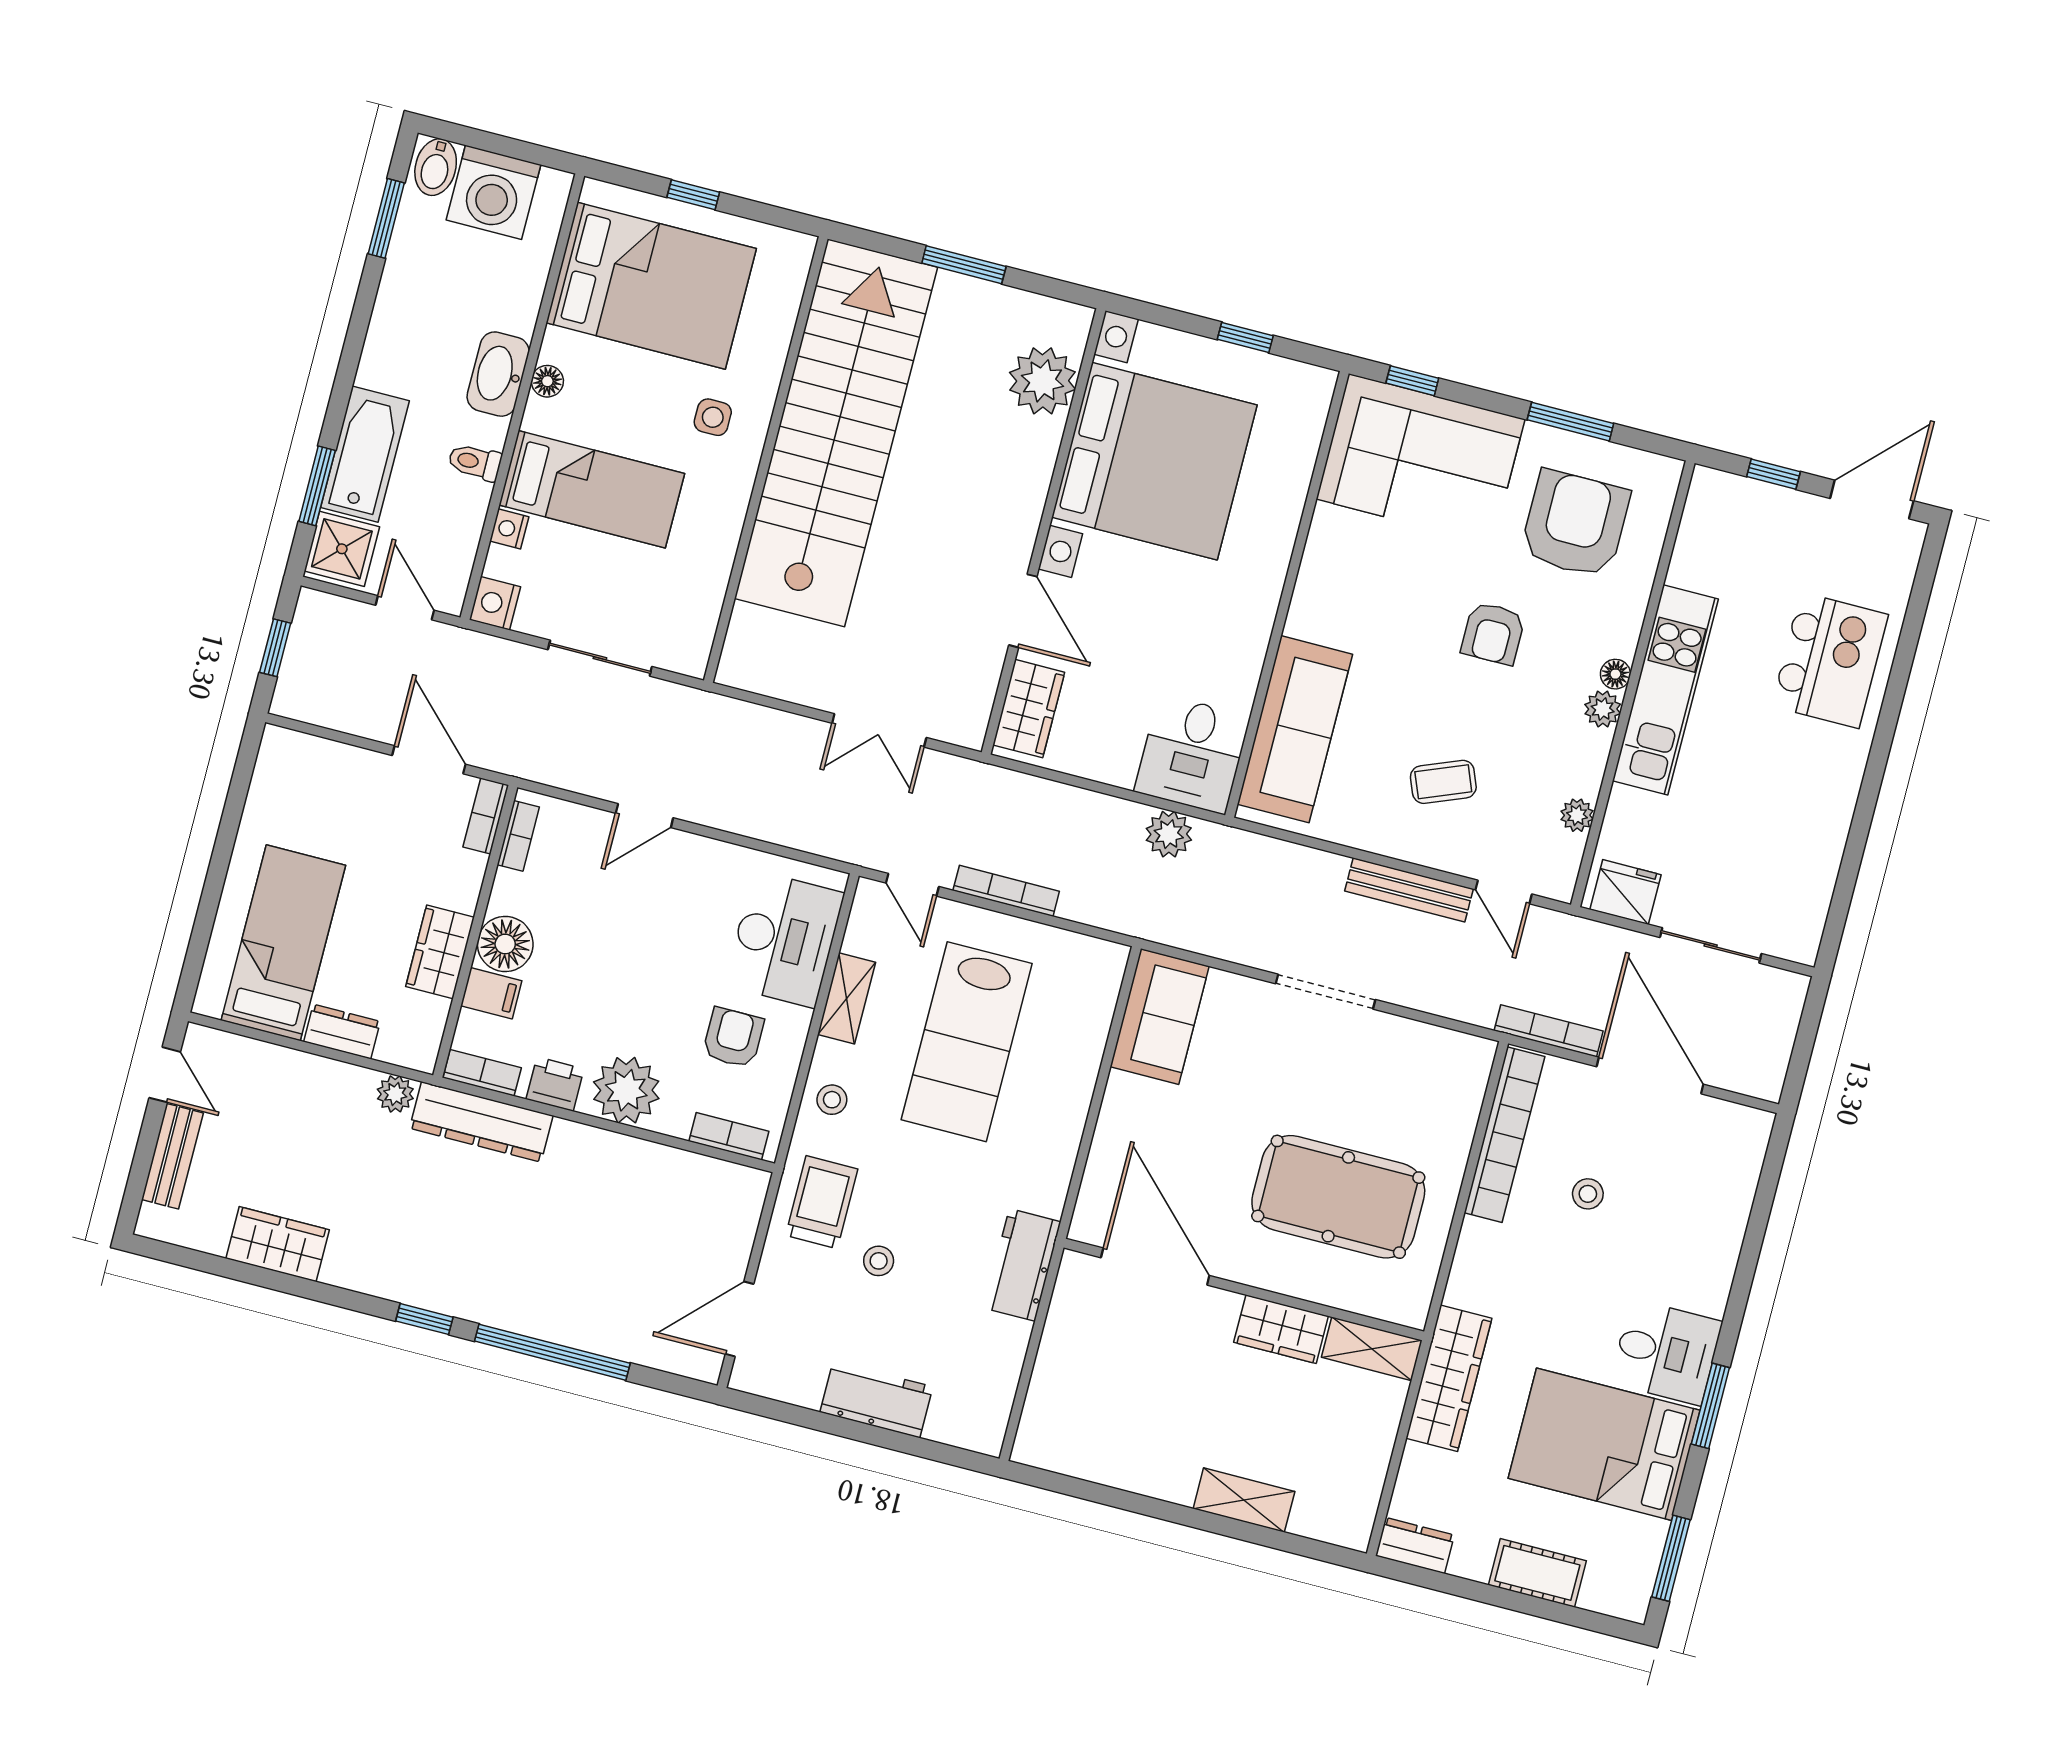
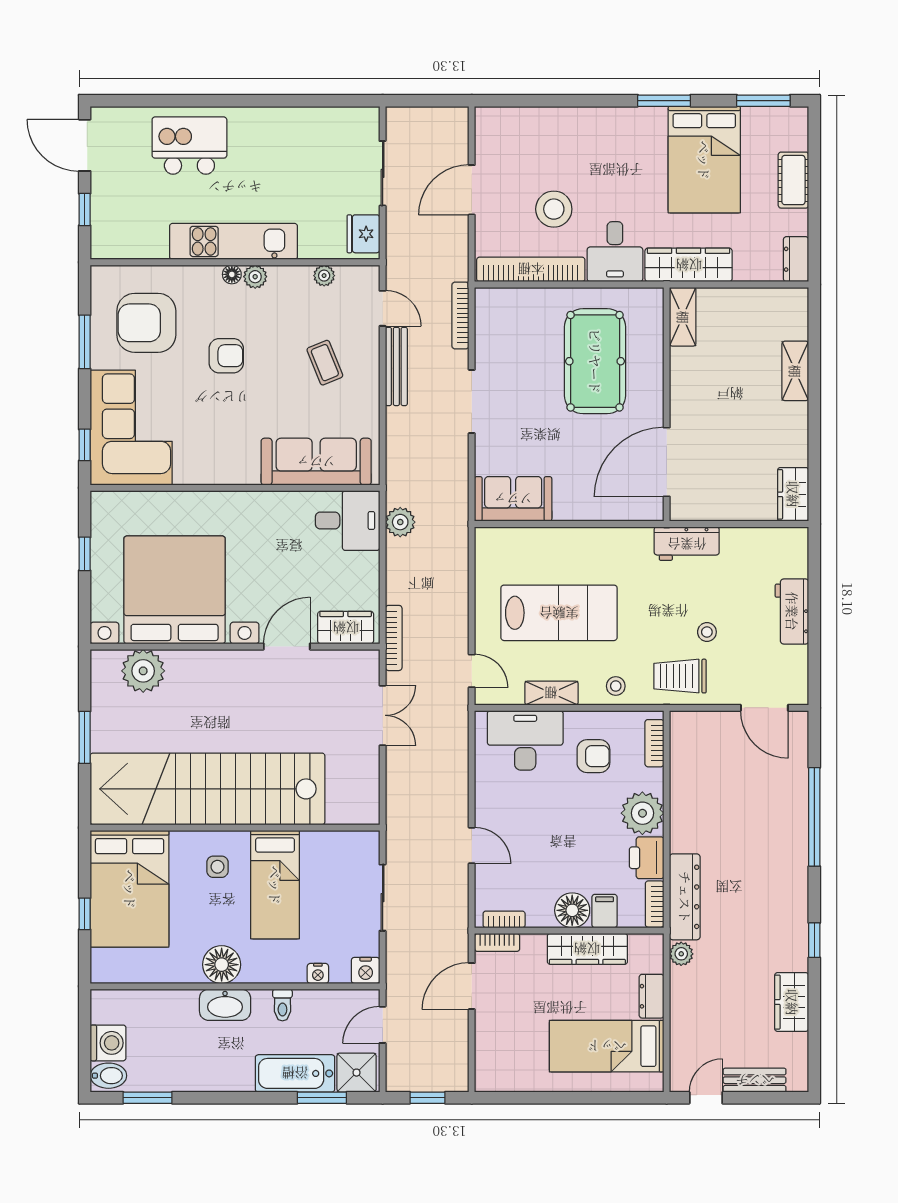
washing machine: (494, 192) -> (108, 1043), width x0.73, depth x0.73
bed: (651, 286) -> (130, 889), moved, turned 180
floor lamp: (547, 381) -> (222, 965), width x1.89, depth x1.89
bed: (592, 489) -> (275, 885), moved, turned 180
door: (912, 885) -> (472, 671), hinge flipped
bookcase: (1006, 891) -> (394, 638), moved, turned 180
door: (1504, 892) -> (383, 308), hinge flipped
wardrobe: (440, 952) -> (587, 949), width x1.50
bookcase: (1549, 1031) -> (460, 315), moved
armchair: (733, 1038) -> (593, 756), turned 180
door: (1650, 1076) -> (472, 190), width x0.73
printer: (555, 1084) -> (647, 858), width x1.36, depth x1.24
stool: (1588, 1194) -> (554, 209), width x1.89, depth x1.89
window: (424, 1319) -> (814, 940), moved
wardrobe: (1281, 1329) -> (793, 494), moved, turned 180
desk: (1666, 1352) -> (615, 252), moved, turned 180

